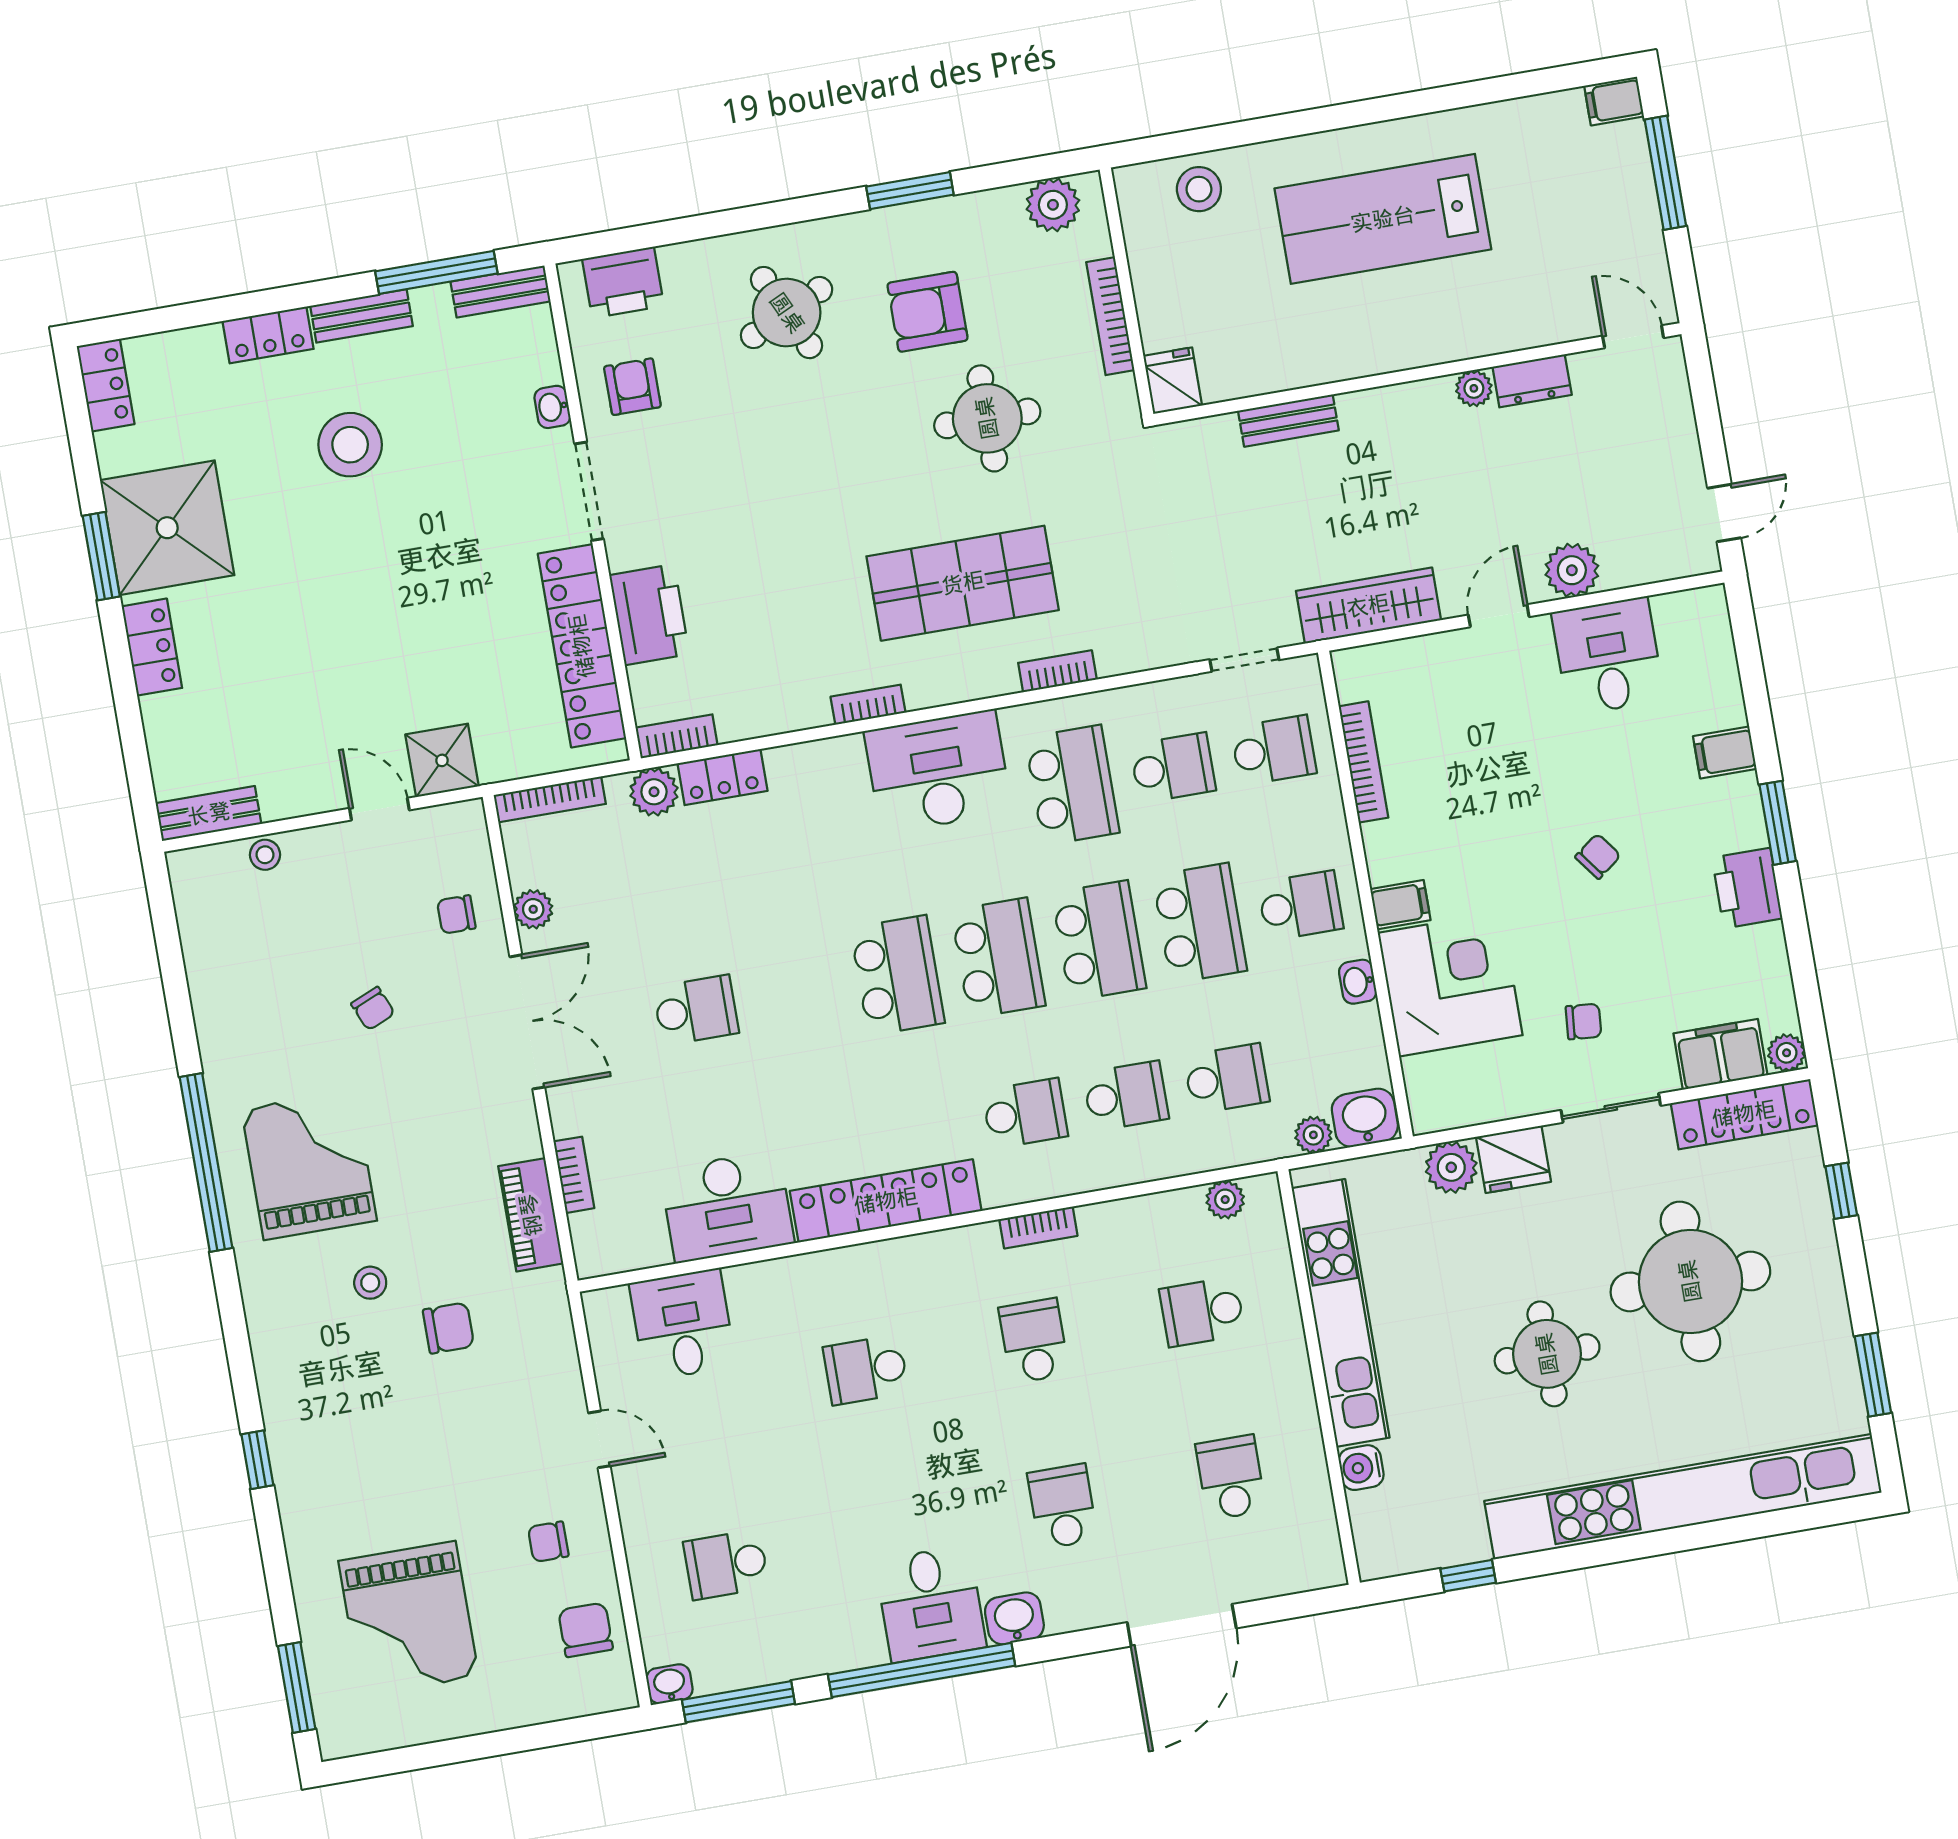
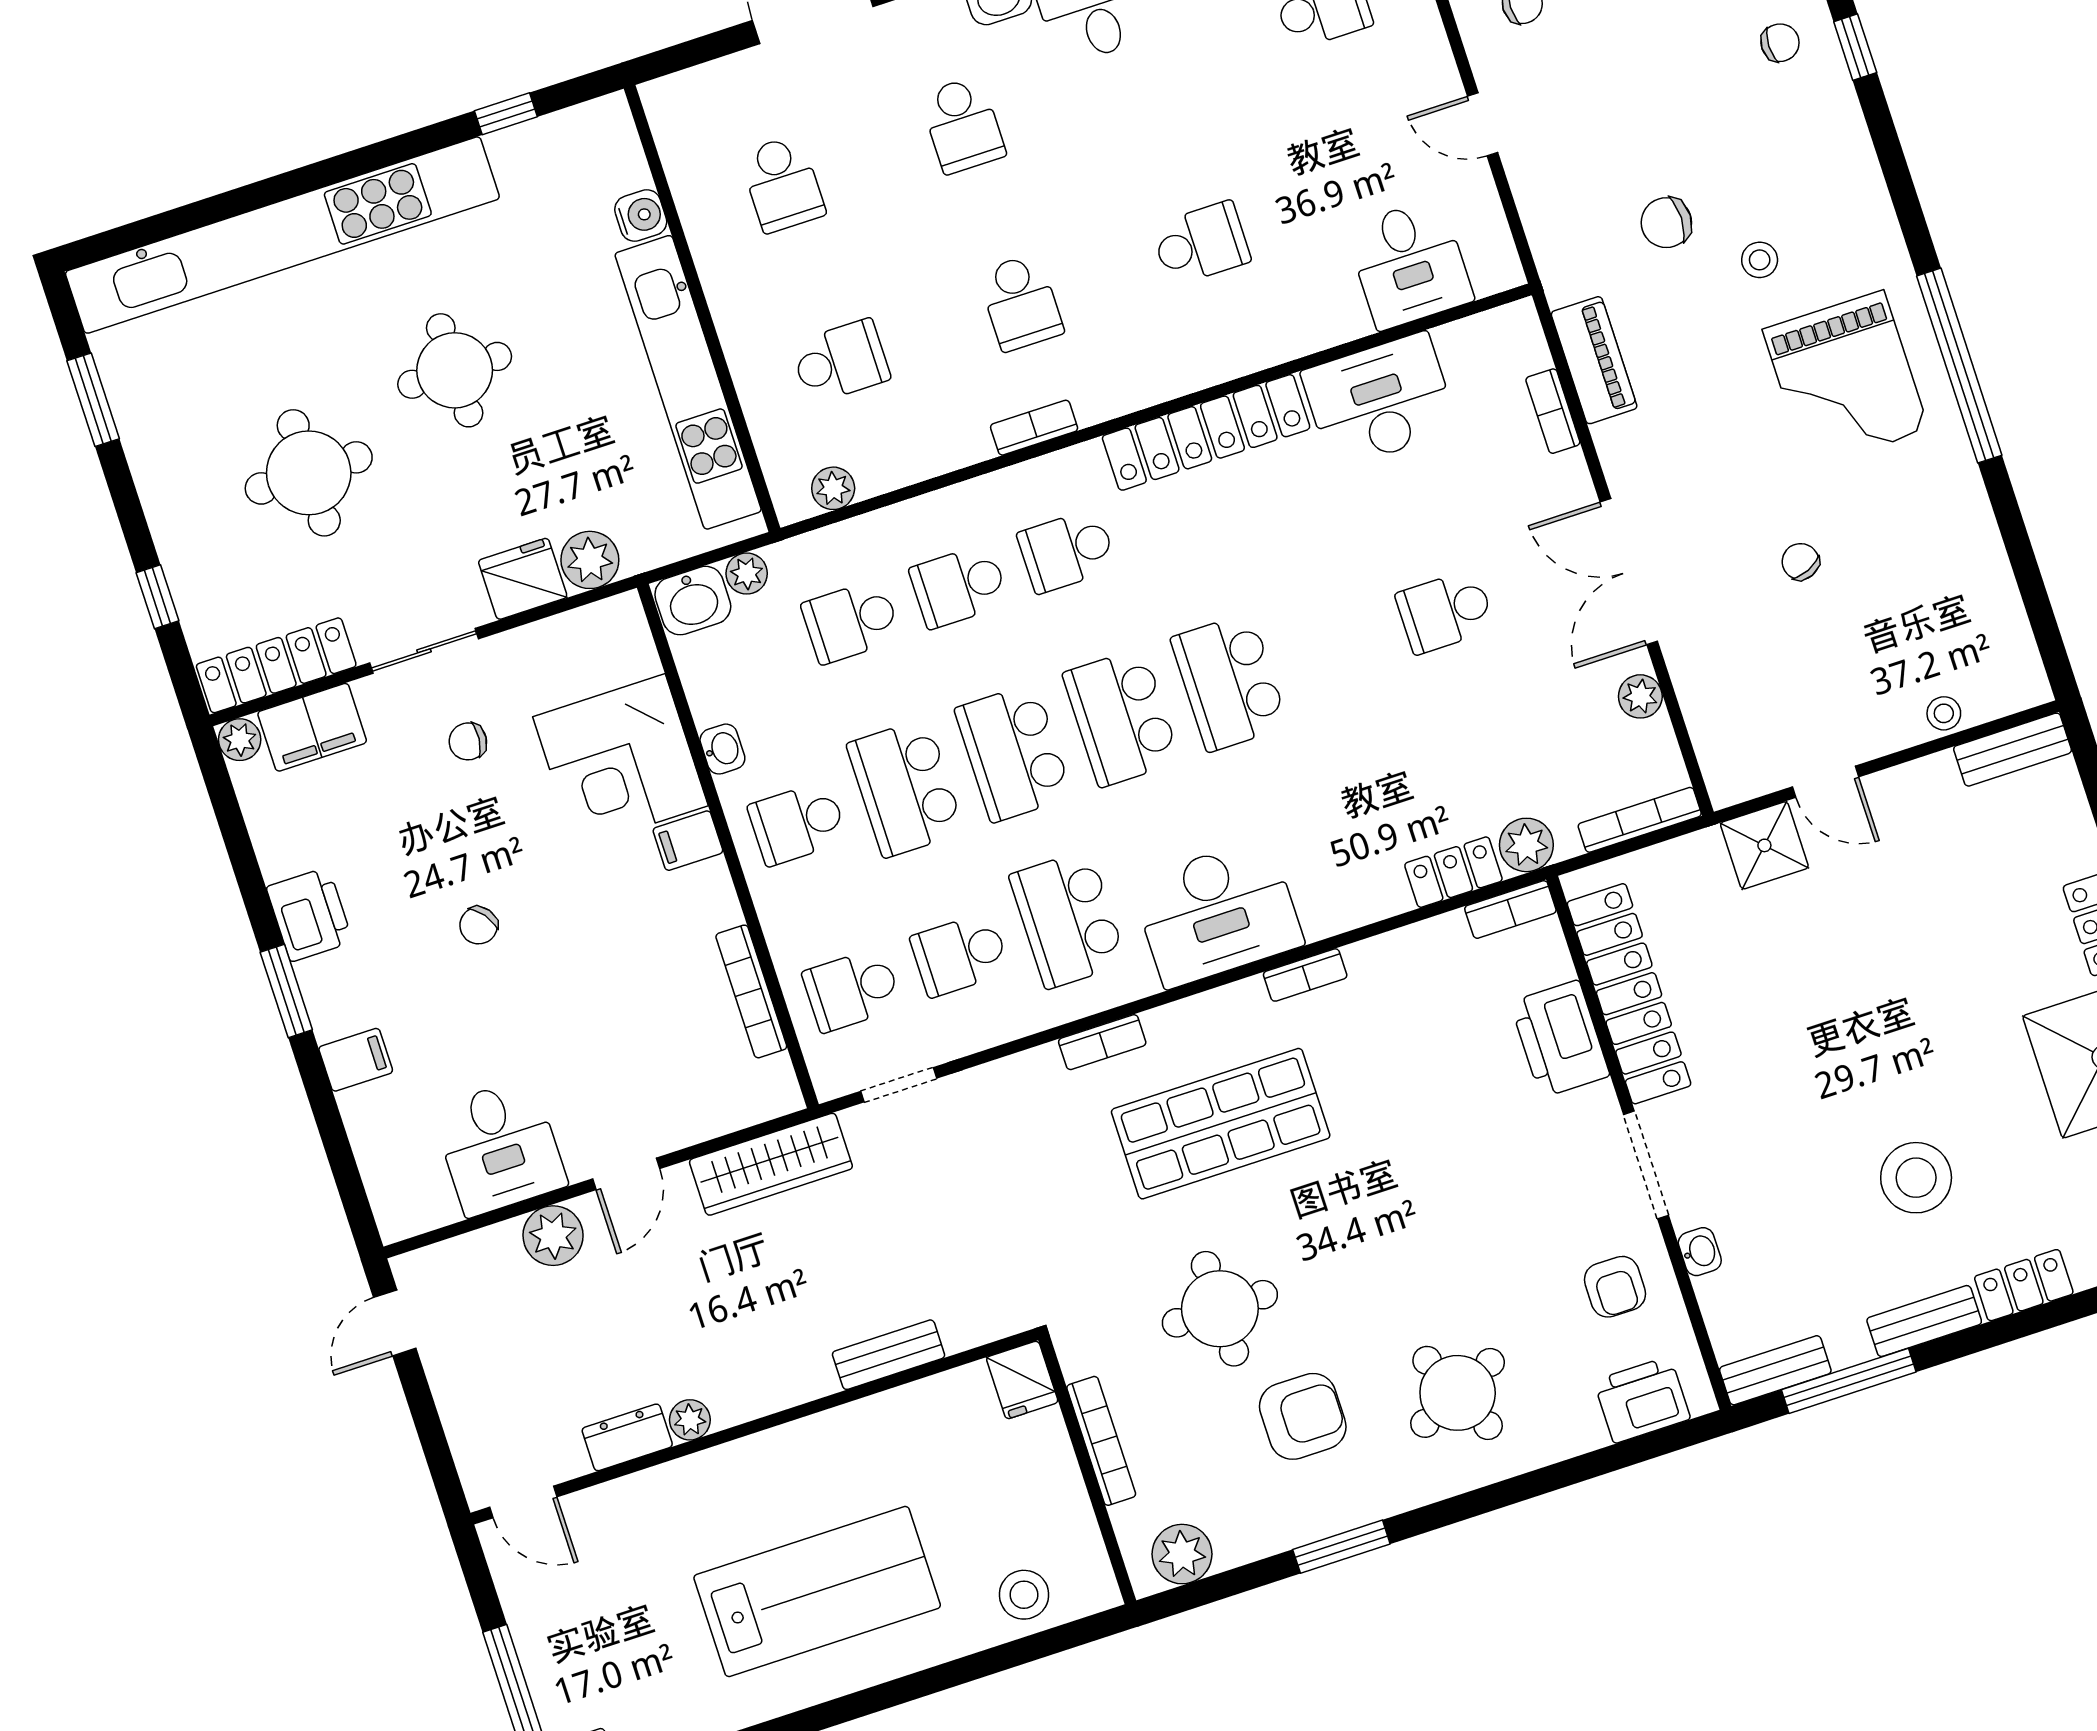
chair: (456, 914) -> (1780, 43), moved
round table: (1690, 1281) -> (309, 473), width x0.73, depth x0.73

